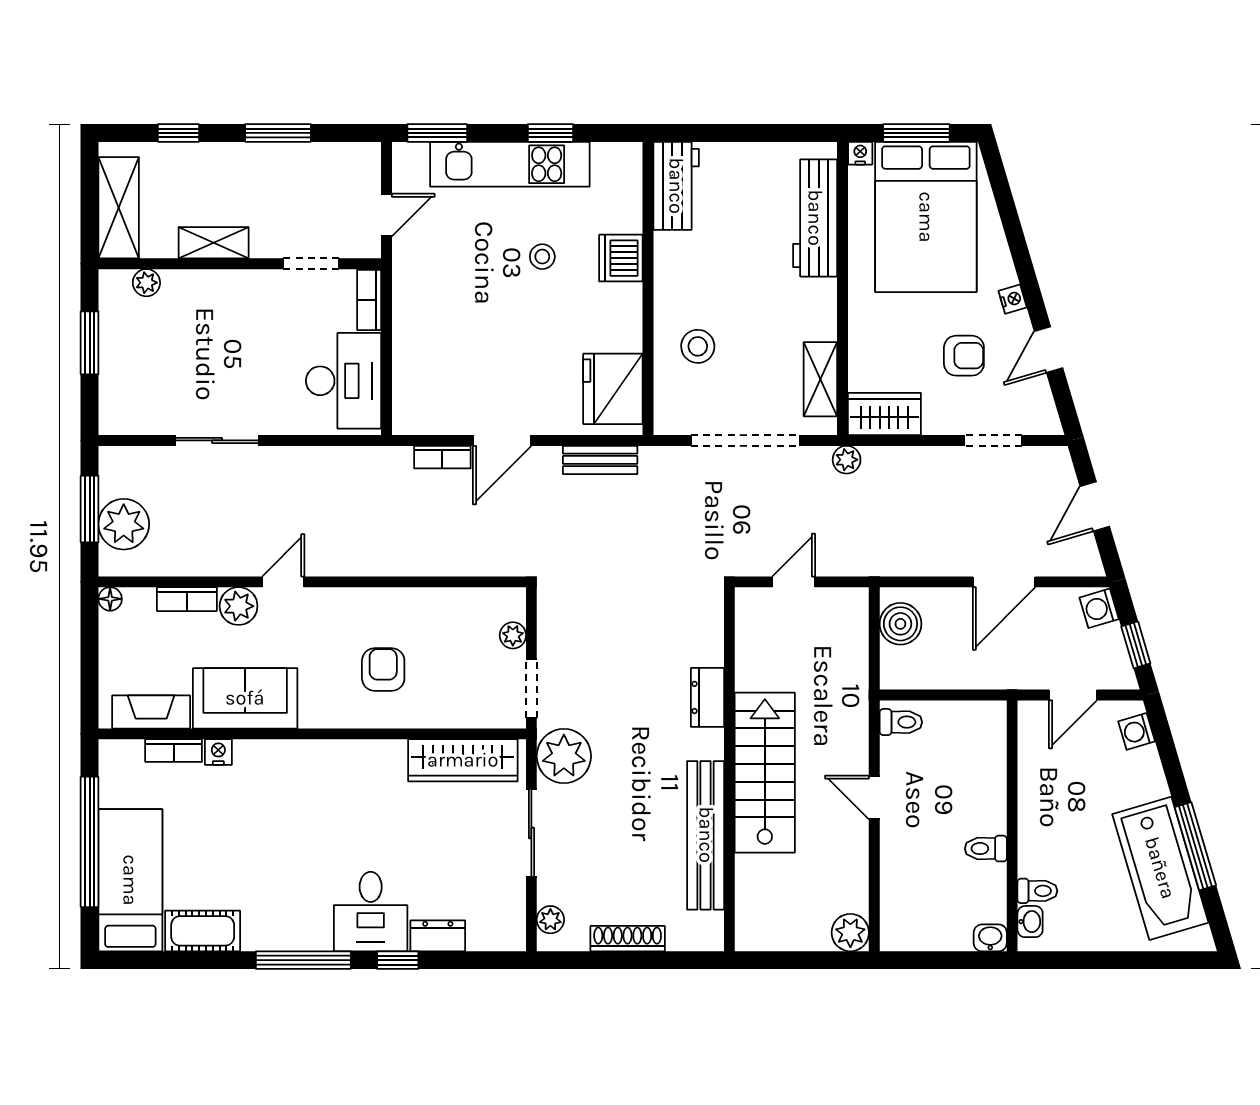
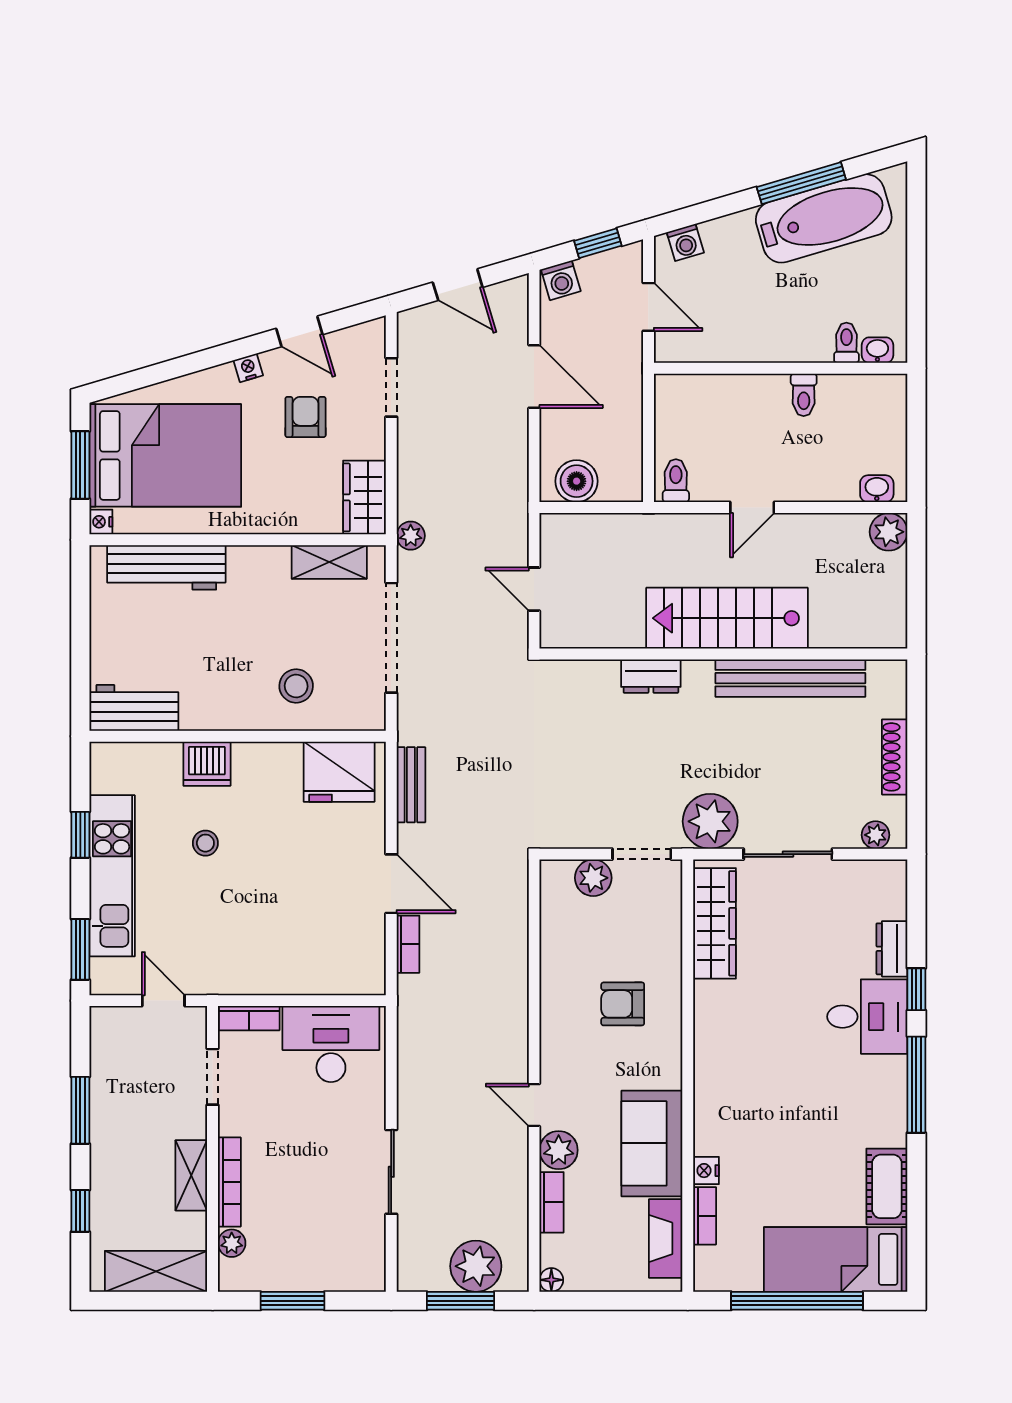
bookcase: (207, 280) -> (229, 1182), added
plant: (513, 635) -> (593, 878), width x1.38, depth x1.38
washbasin: (990, 938) -> (877, 489), moved, turned 90

